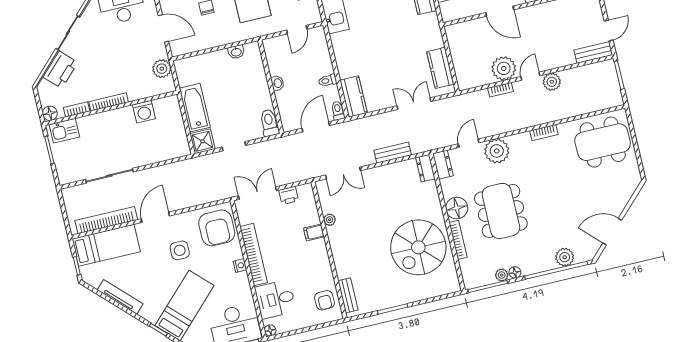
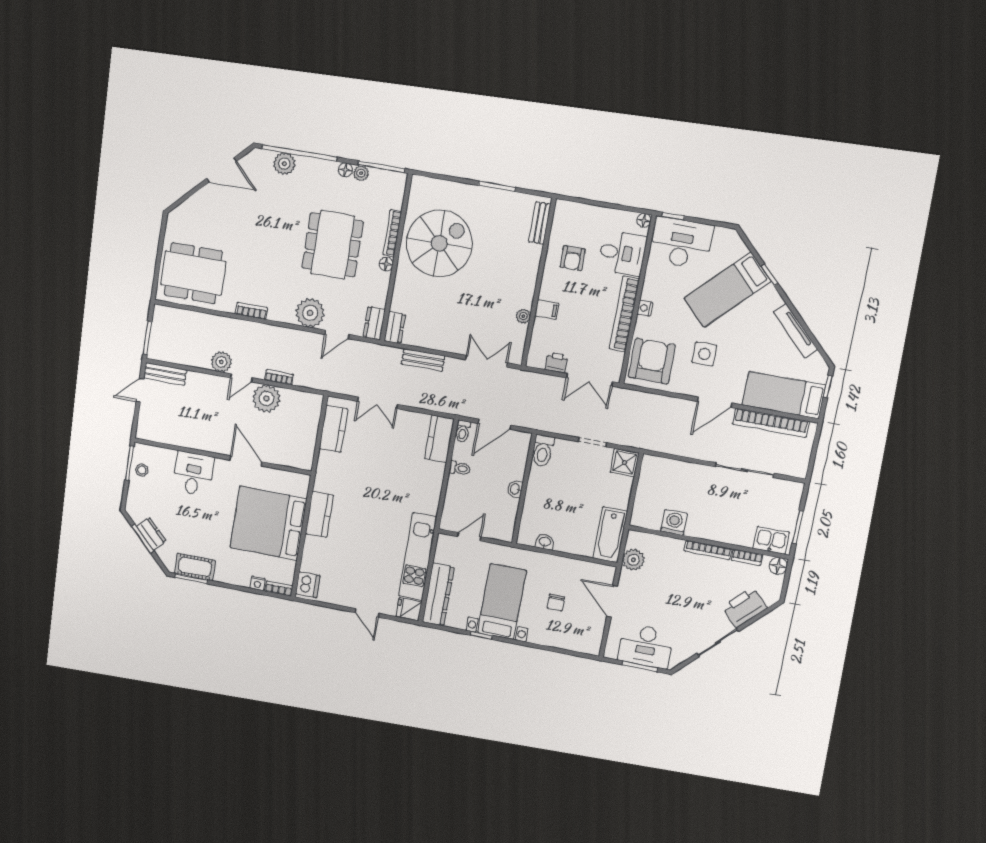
bathtub: (195, 108) -> (610, 535), moved
floor lamp: (457, 208) -> (386, 264), width x0.53, depth x0.53
armchair: (325, 300) -> (573, 258), moved, turned 180

